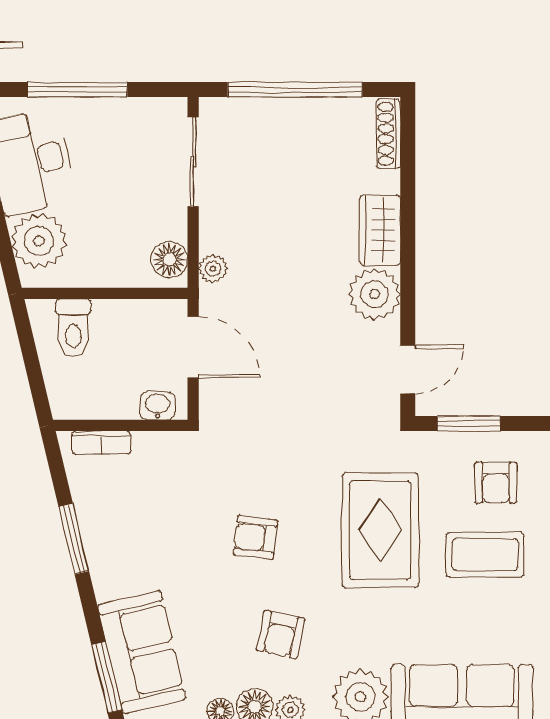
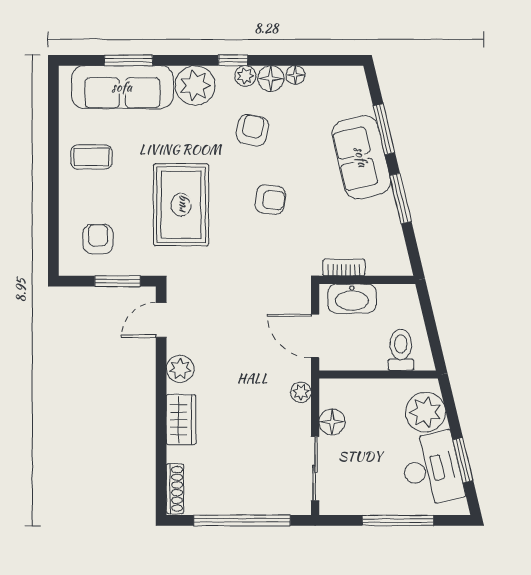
floor lamp: (169, 259) -> (332, 422), moved
plant: (374, 294) -> (180, 369), width x0.73, depth x0.73
washbasin: (158, 406) -> (352, 299), width x1.91, depth x1.45
bookcase: (101, 443) -> (344, 268), moved
coffee table: (485, 555) -> (91, 157), moved, width x0.73, depth x0.77
sofa: (142, 652) -> (361, 157), moved
window: (107, 677) -> (384, 129), moved

